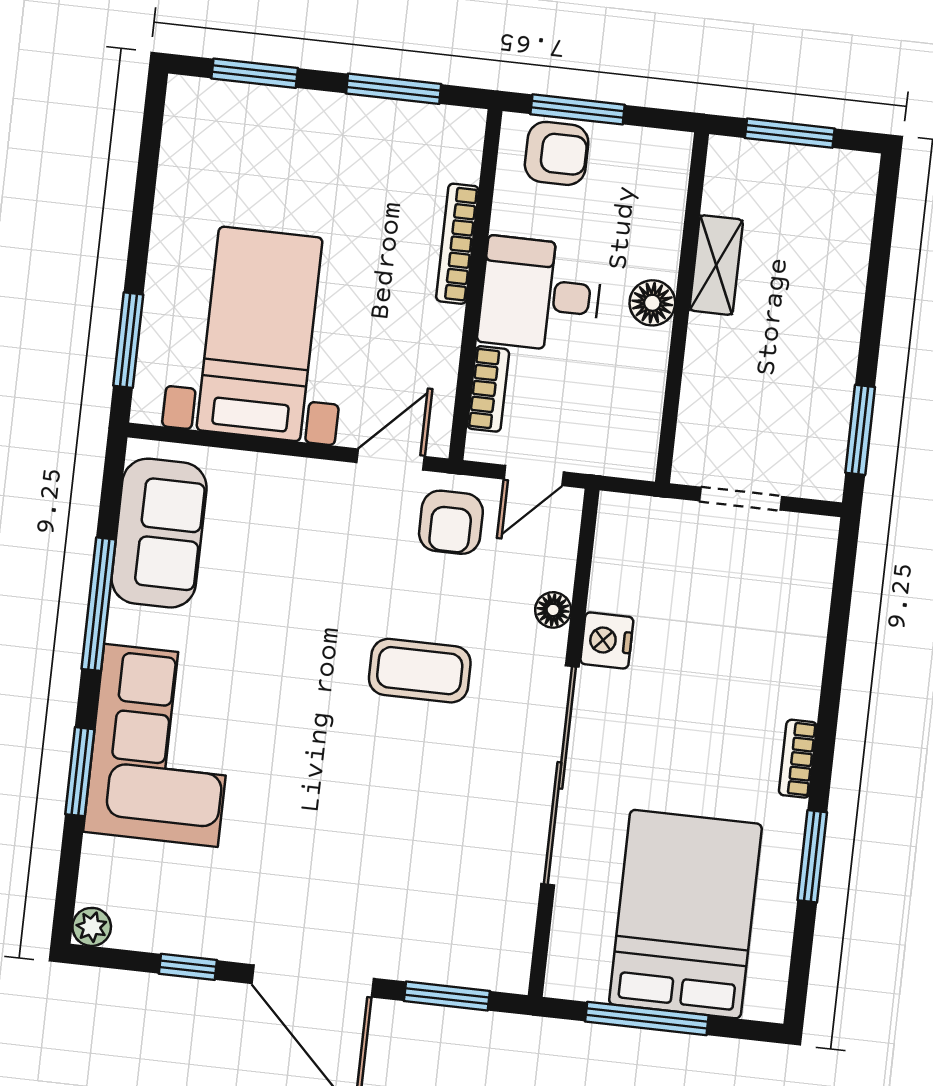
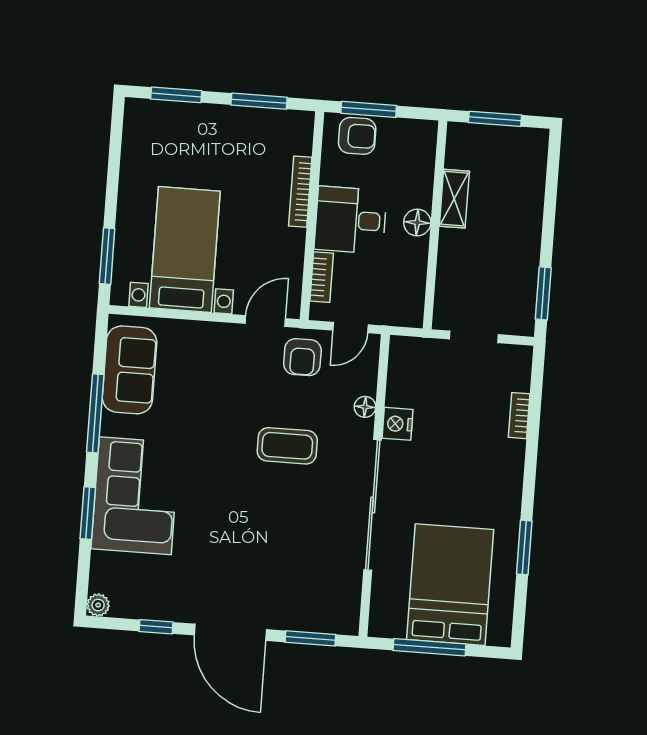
bookcase: (798, 759) -> (519, 416), moved

